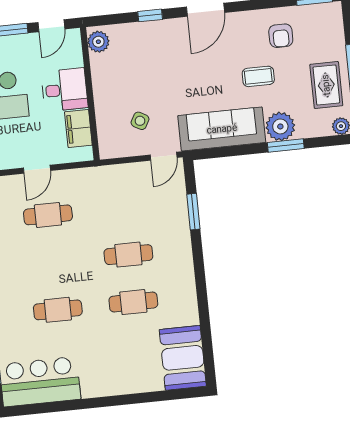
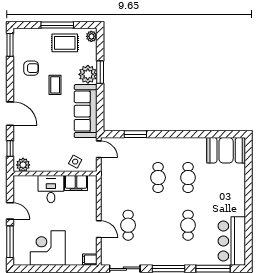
plant: (98, 42) -> (23, 165), moved
desk: (64, 90) -> (51, 189), moved
wall: (90, 94) -> (55, 173), moved
filing cabinet: (78, 128) -> (76, 183), moved

